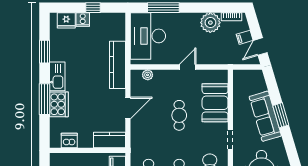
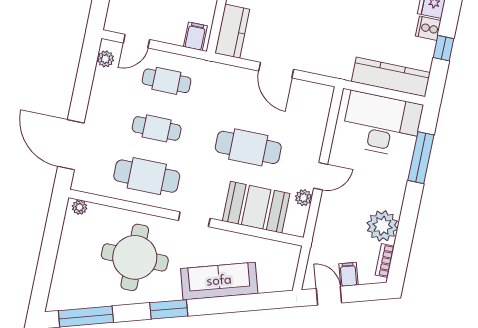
kitchen counter: (118, 65) -> (391, 77), moved
door: (188, 67) -> (321, 176), hinge flipped
plant: (148, 75) -> (304, 198), moved
cafe table: (179, 115) -> (248, 147), width x1.37, depth x1.35
window: (281, 115) -> (169, 309), moved

